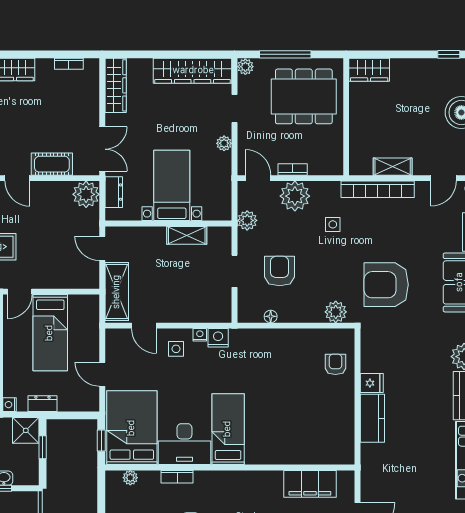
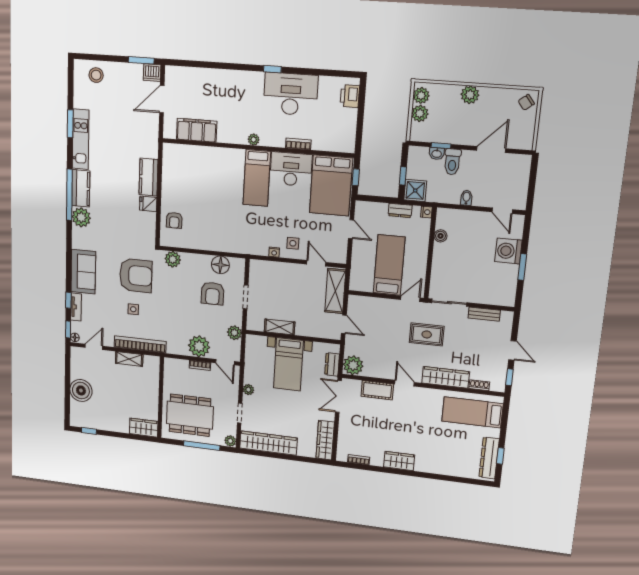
side table: (333, 224) -> (133, 309), moved
floor lamp: (271, 316) -> (220, 265), width x1.89, depth x1.89
nightstand: (218, 338) -> (261, 249), removed
plant: (130, 478) -> (254, 140), moved

